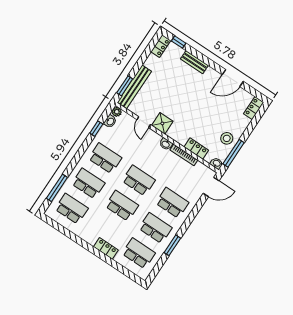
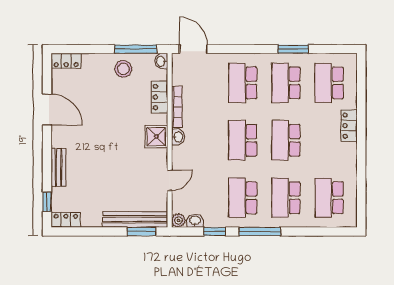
shower: (162, 123) -> (156, 137), moved
window: (57, 188) -> (260, 231), moved

